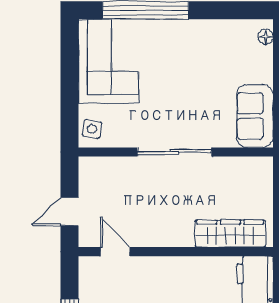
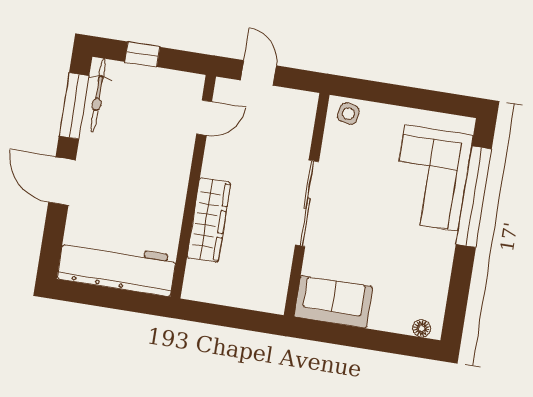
corner sofa: (108, 61) -> (431, 178), moved, turned 90
wardrobe: (230, 234) -> (209, 220), moved

